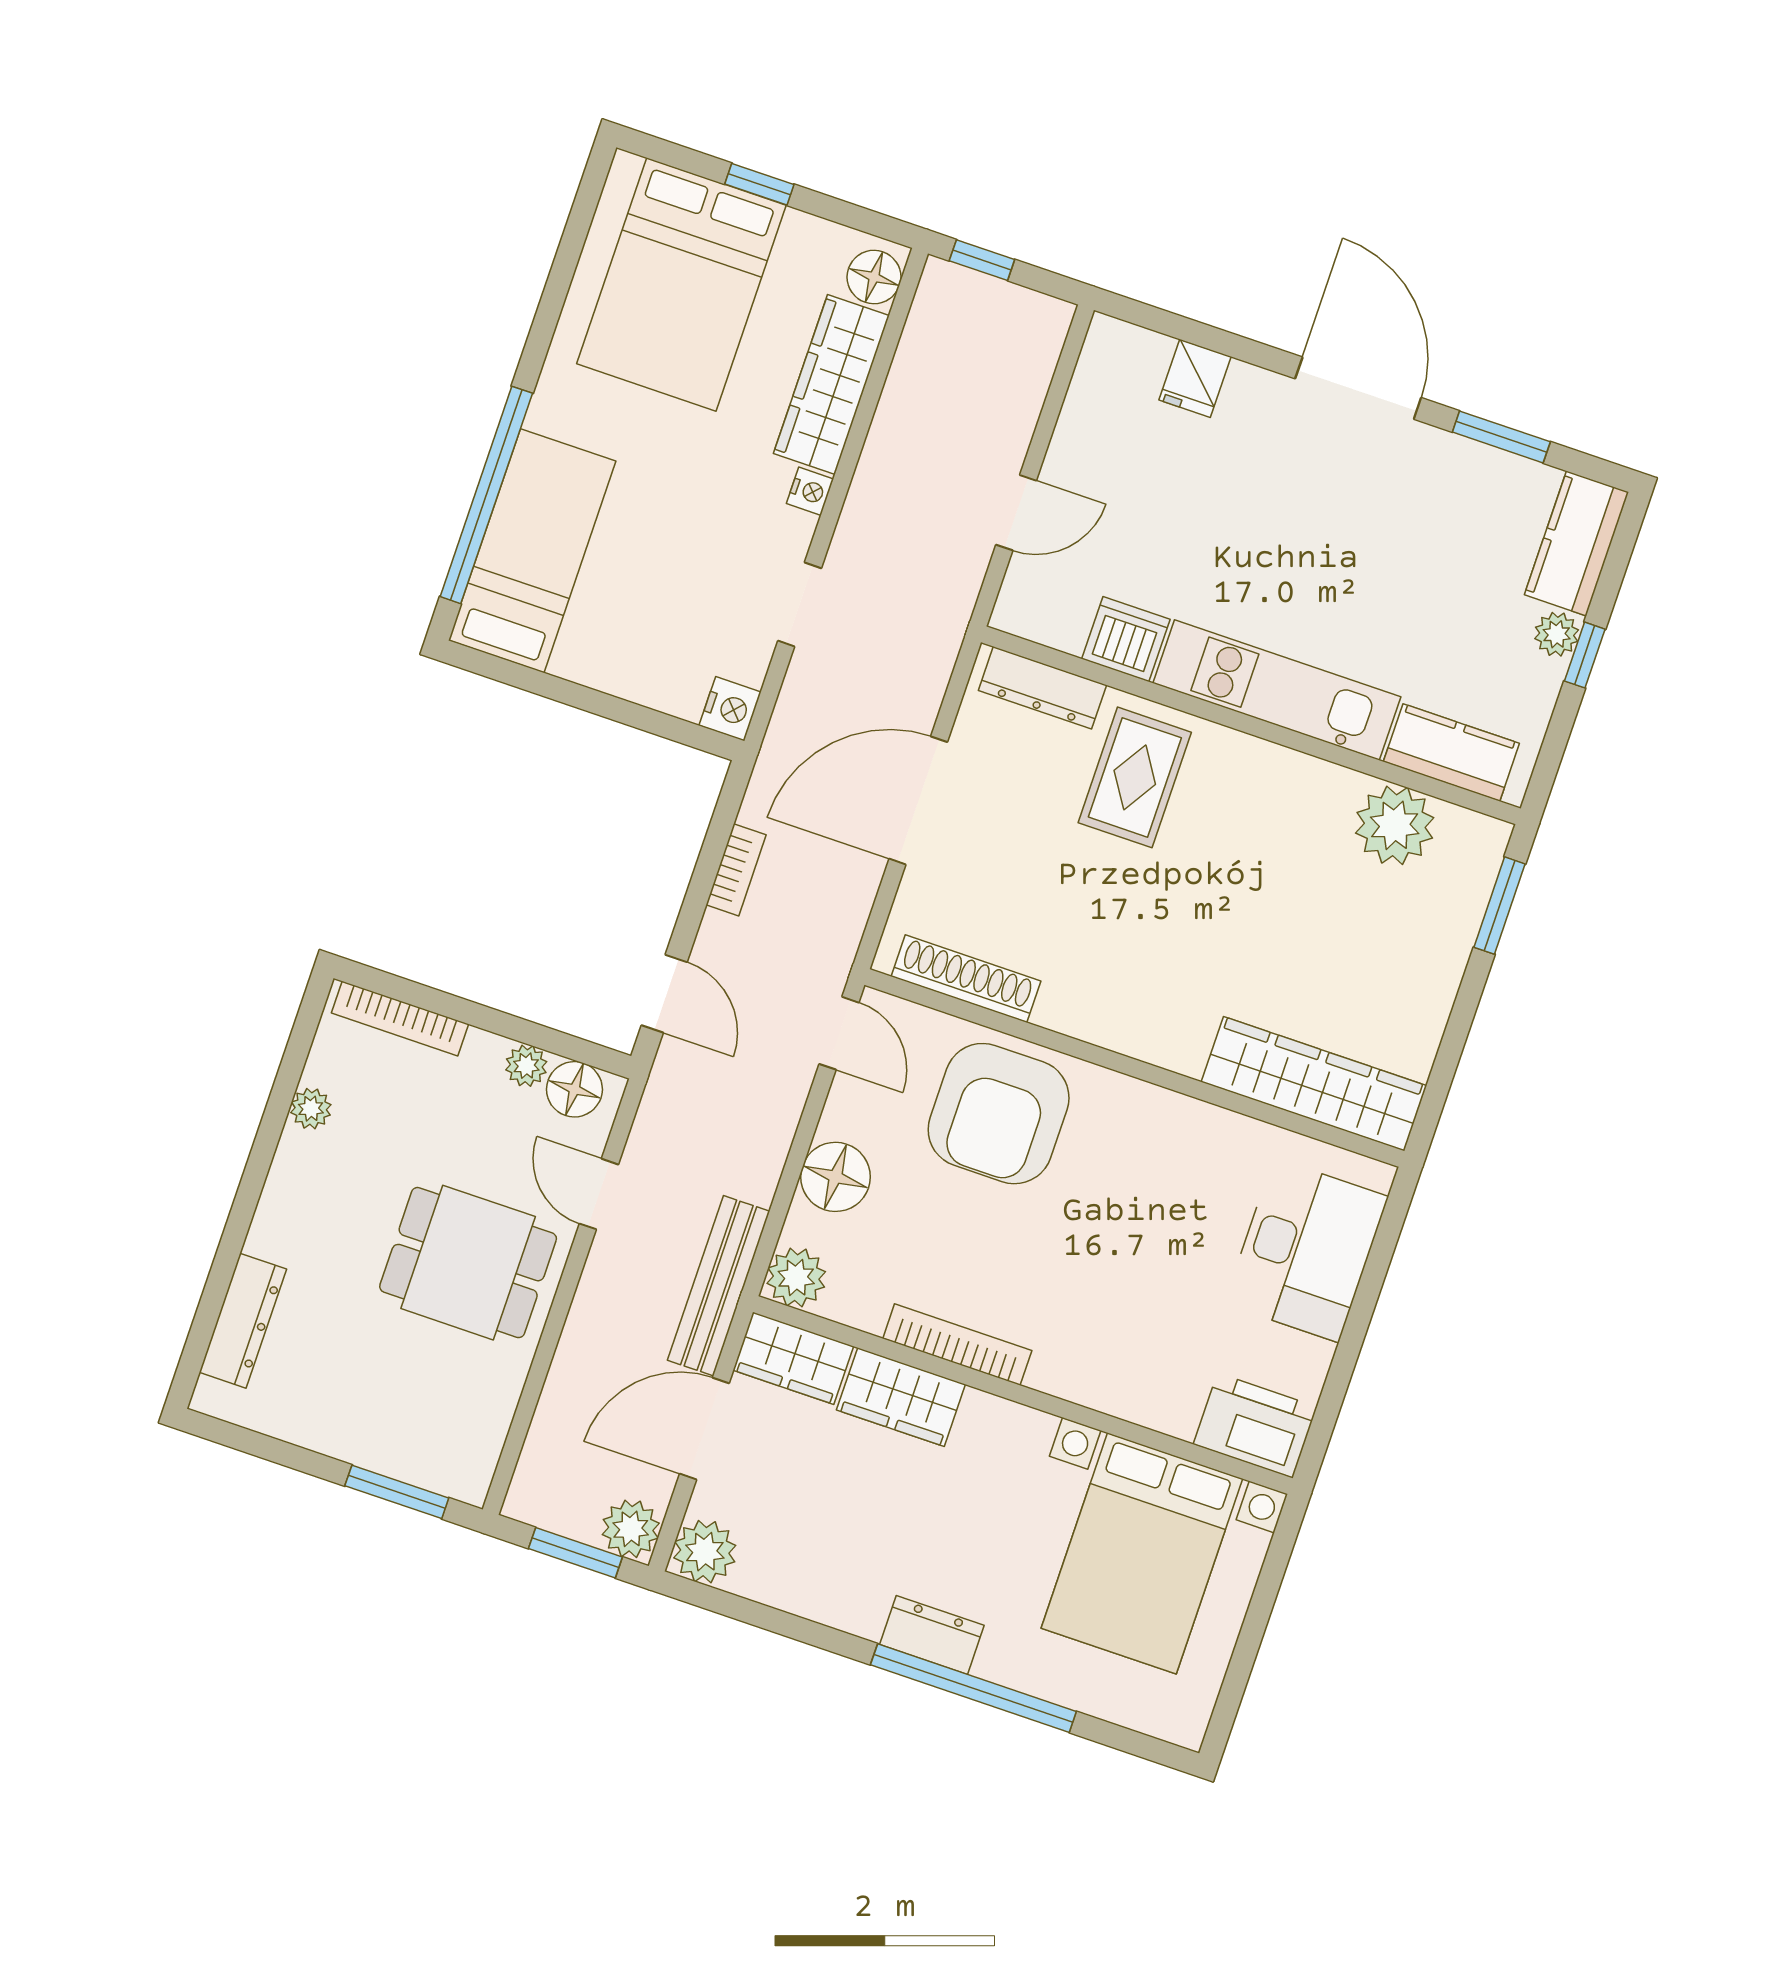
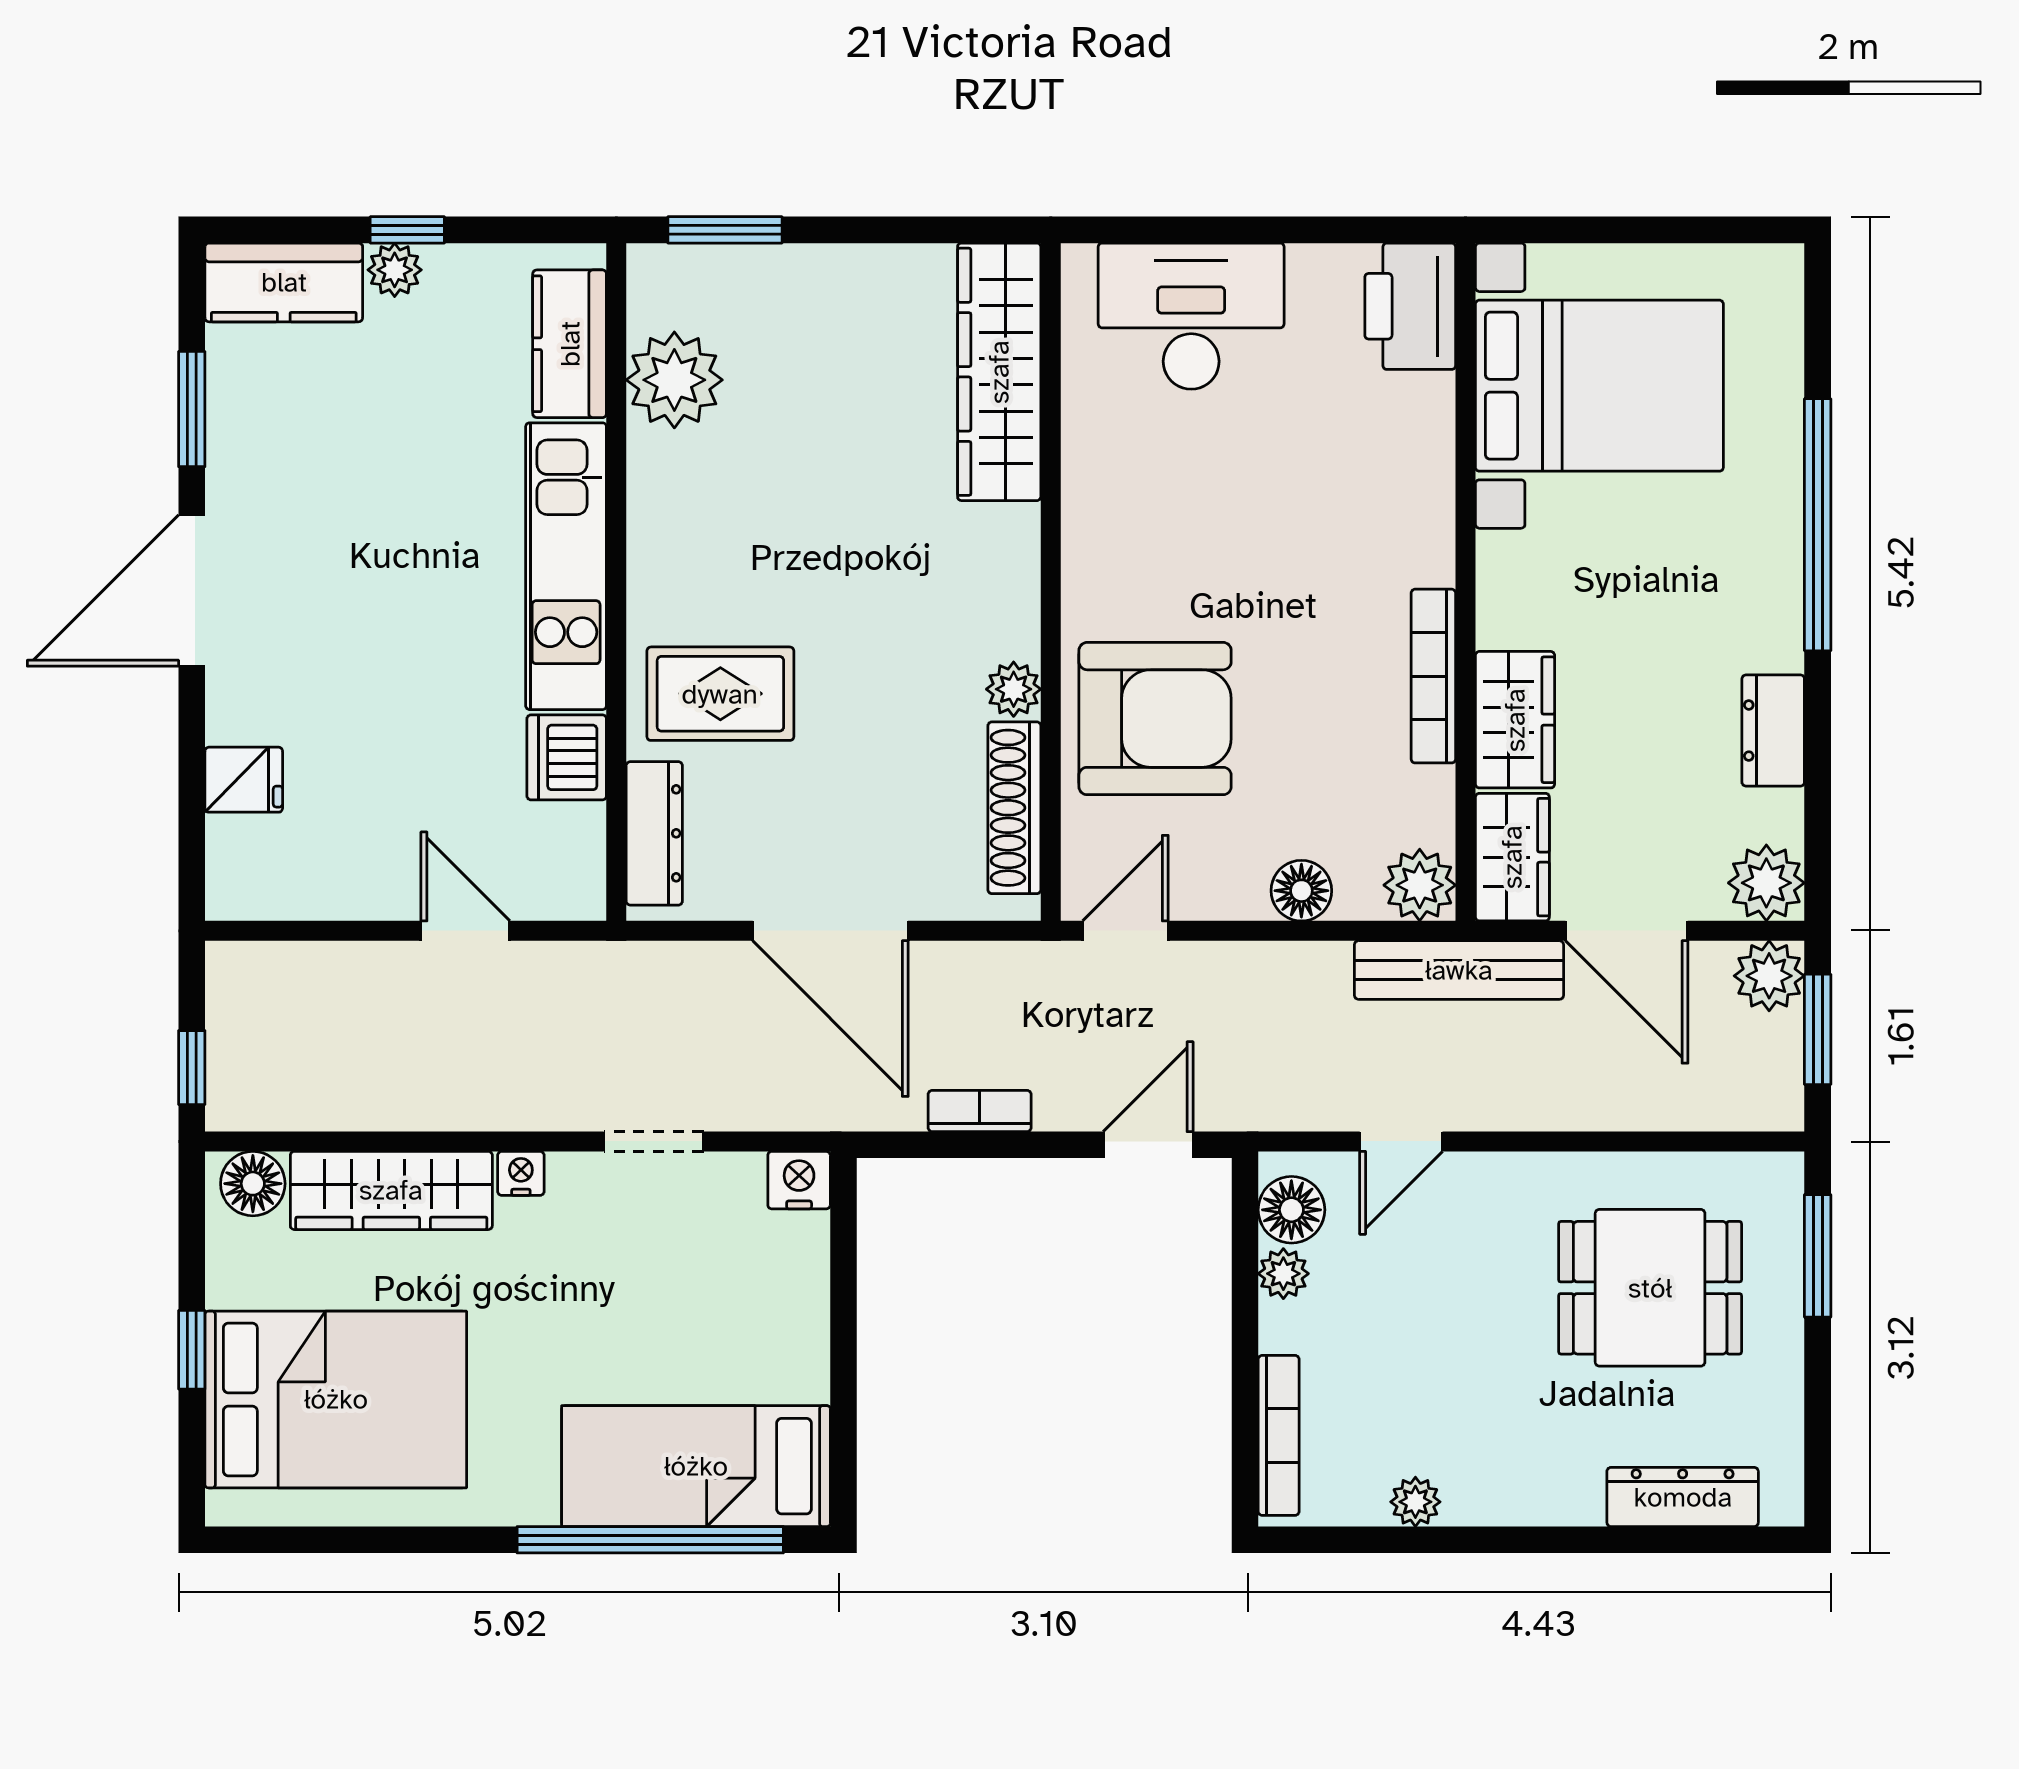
plant: (1060, 1010) -> (1014, 689), added
floor lamp: (835, 1177) -> (1301, 891), width x0.73, depth x0.73
dining table: (468, 1263) -> (1650, 1288), moved, turned 90
dresser: (932, 1635) -> (1773, 731), moved

